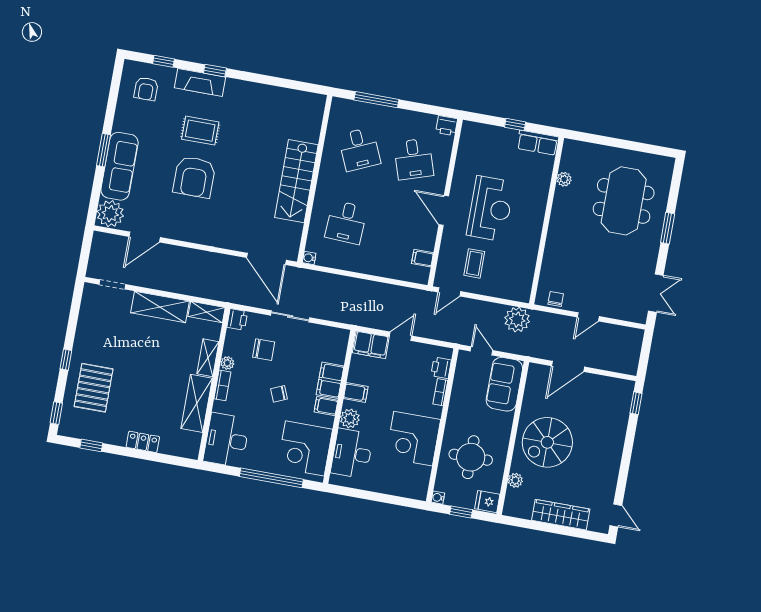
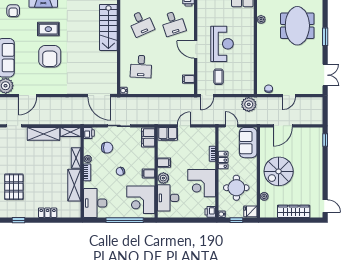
stairs: (296, 181) -> (108, 27), moved
printer: (441, 368) -> (210, 212), moved
filing cabinet: (330, 380) -> (148, 137), moved
locker: (457, 406) -> (223, 160), added

